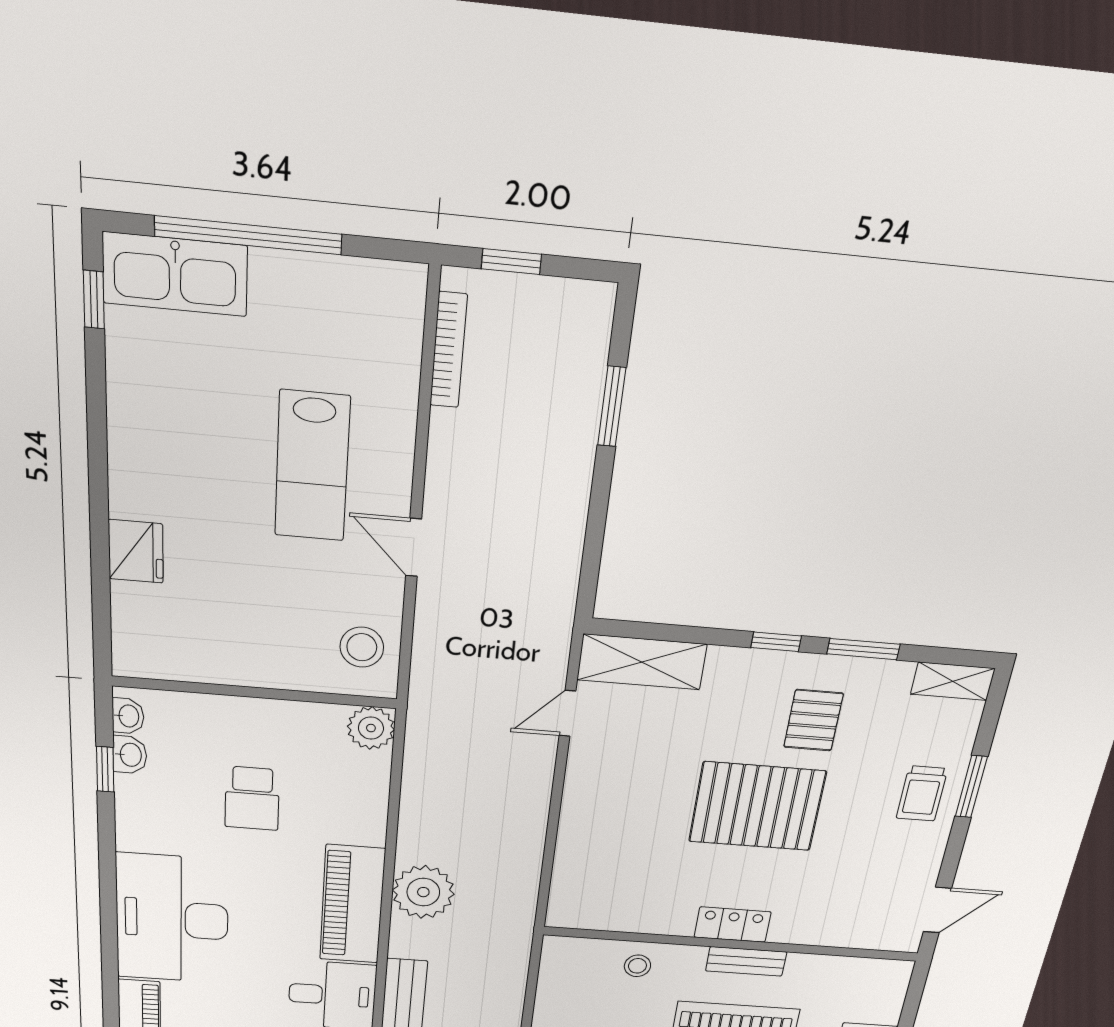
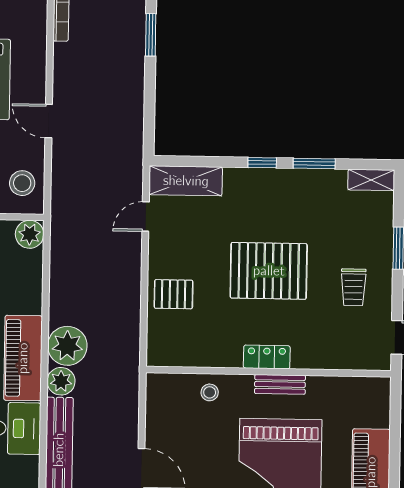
pallet: (813, 720) -> (174, 294), moved, turned 90
trolley: (922, 793) -> (353, 287), moved
plant: (410, 939) -> (61, 381), added

